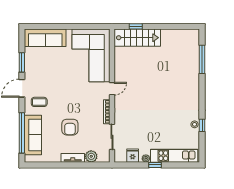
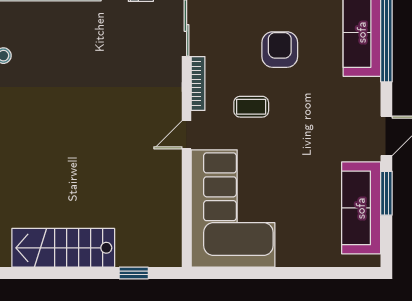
sofa: (45, 38) -> (361, 208), moved, turned -90
stairs: (137, 38) -> (63, 248), moved
coffee table: (39, 102) -> (251, 107), moved

